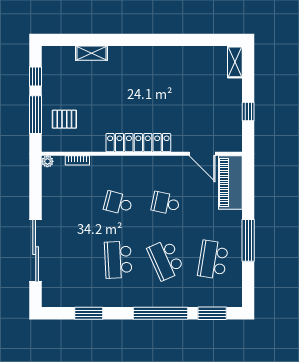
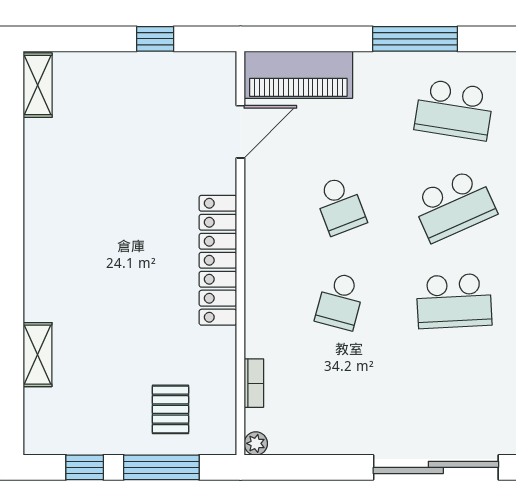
shelving: (235, 62) -> (38, 85), moved, turned 90
school desk: (166, 203) -> (340, 205), turned -33

